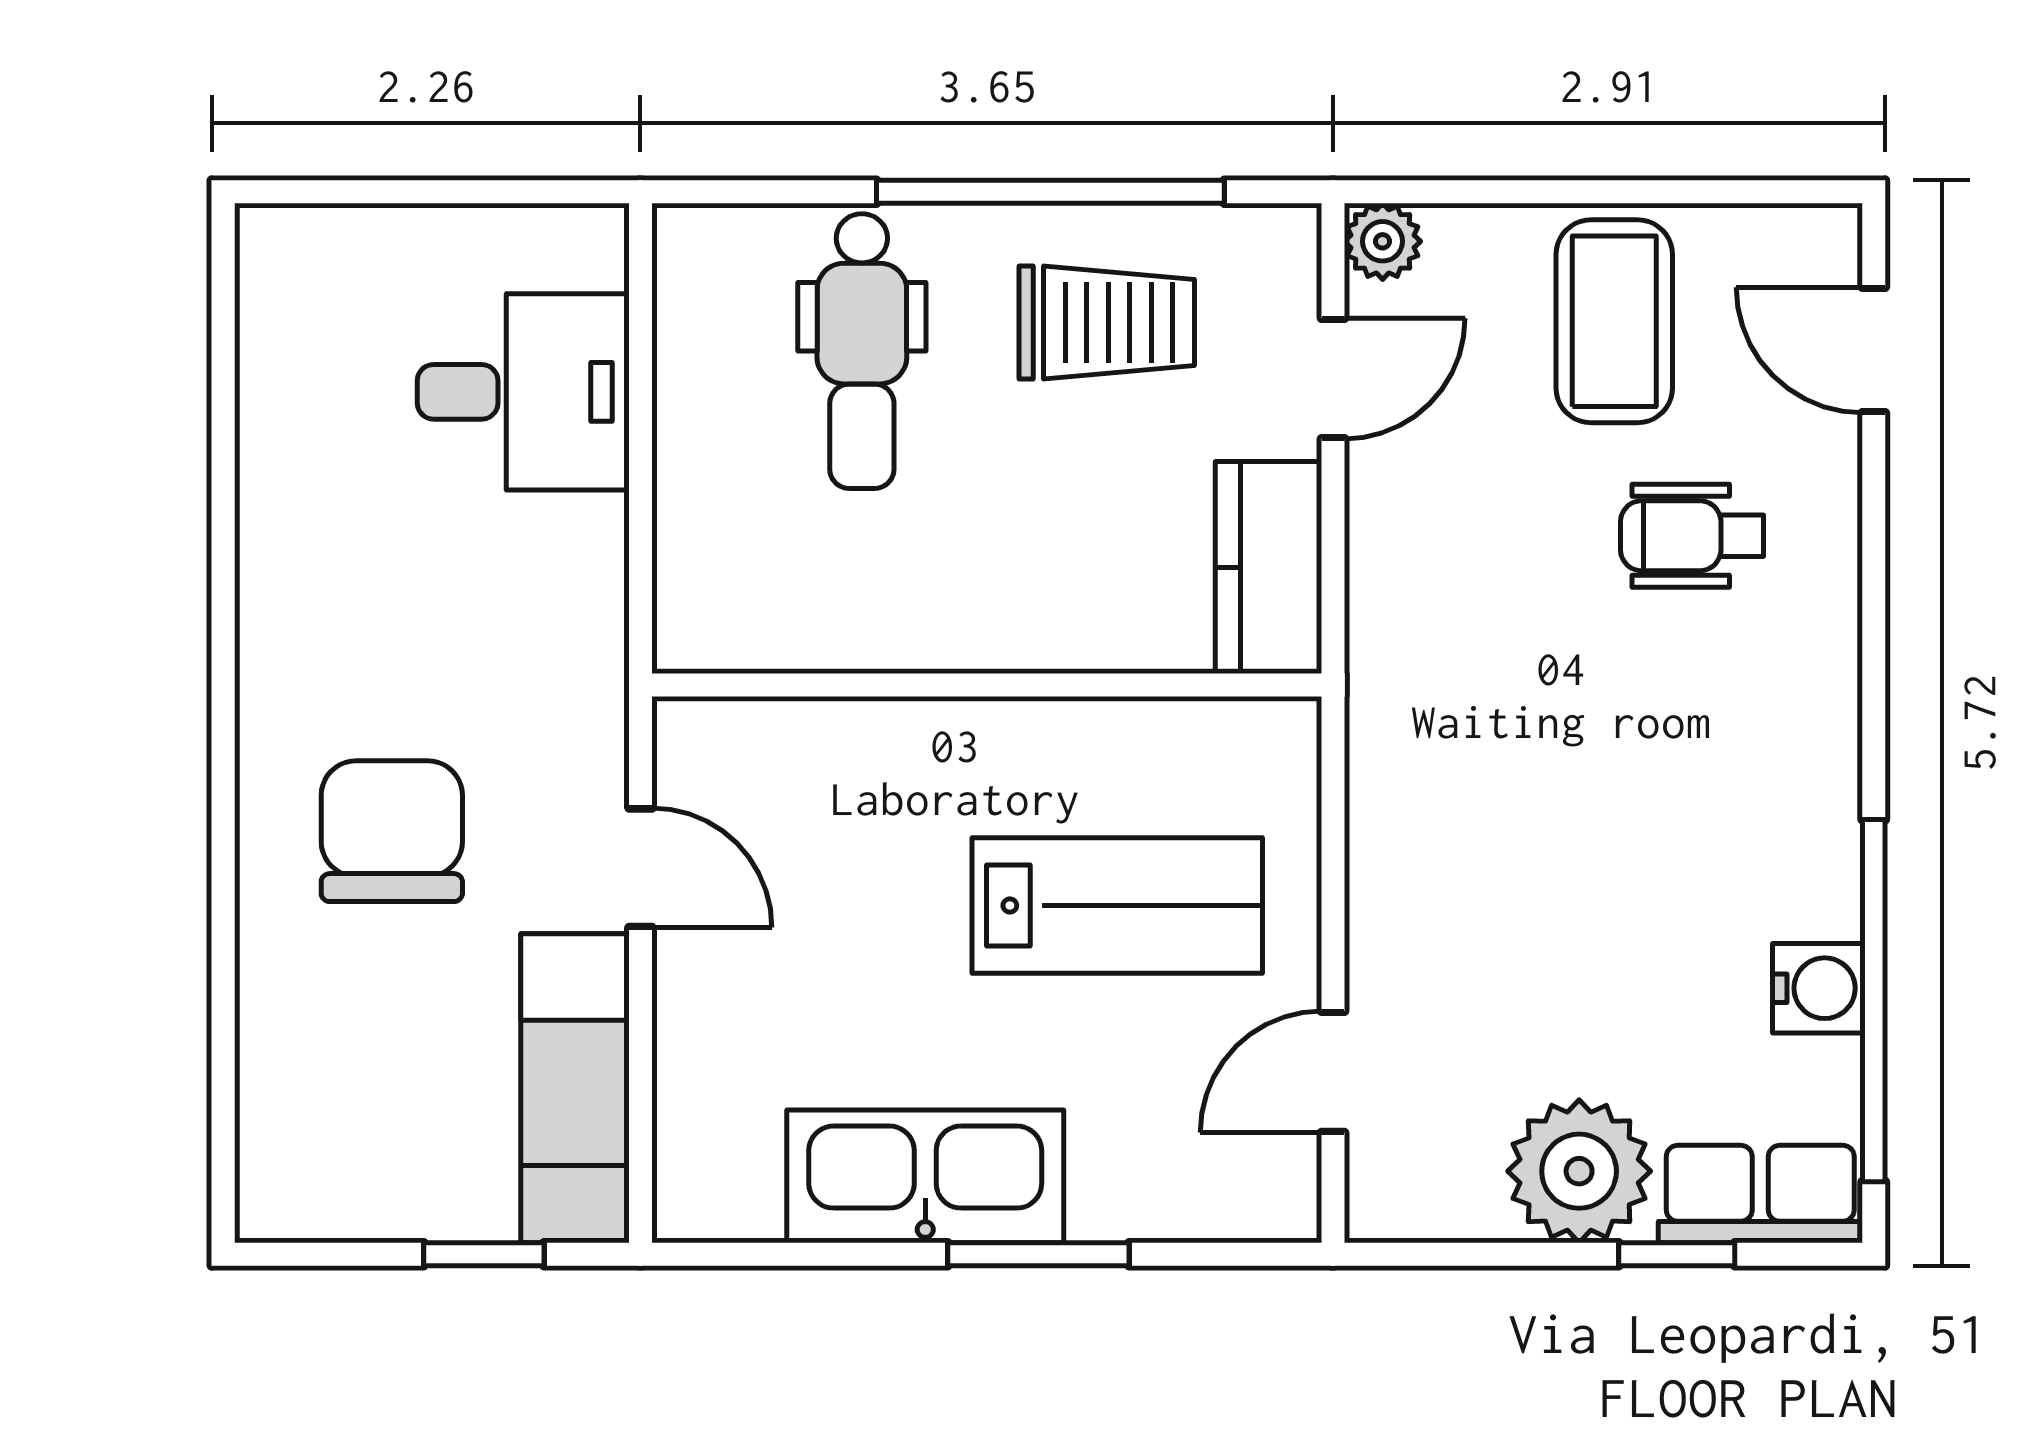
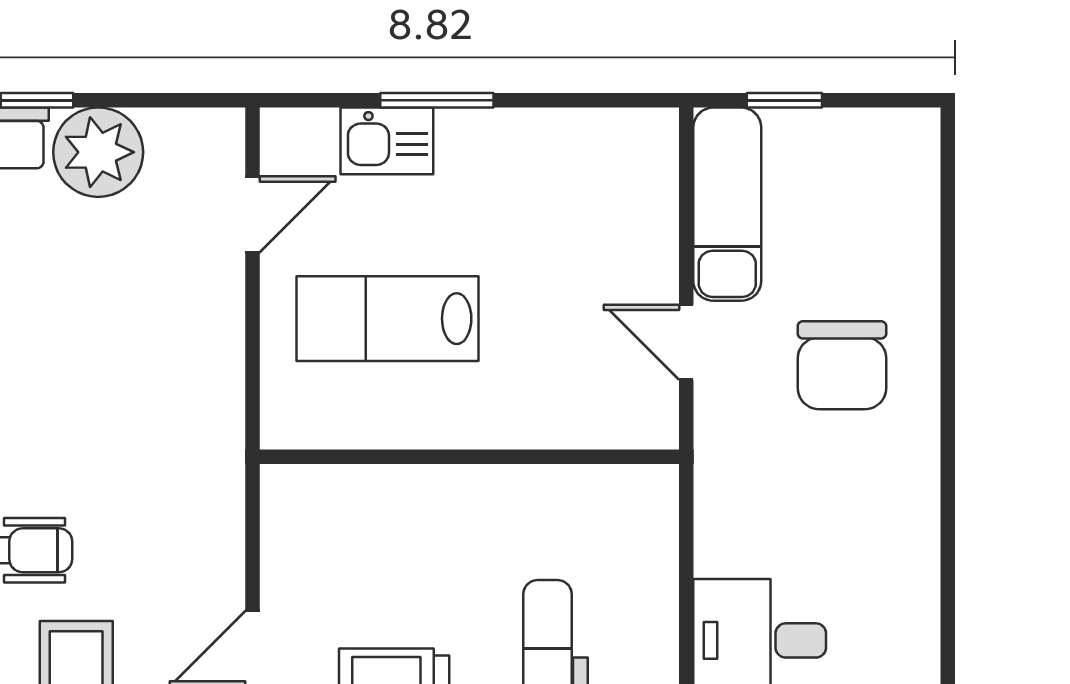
kitchen counter: (1269, 568) -> (293, 530), removed
kitchen sink: (925, 1176) -> (387, 141), moved, width x0.53, depth x0.81

